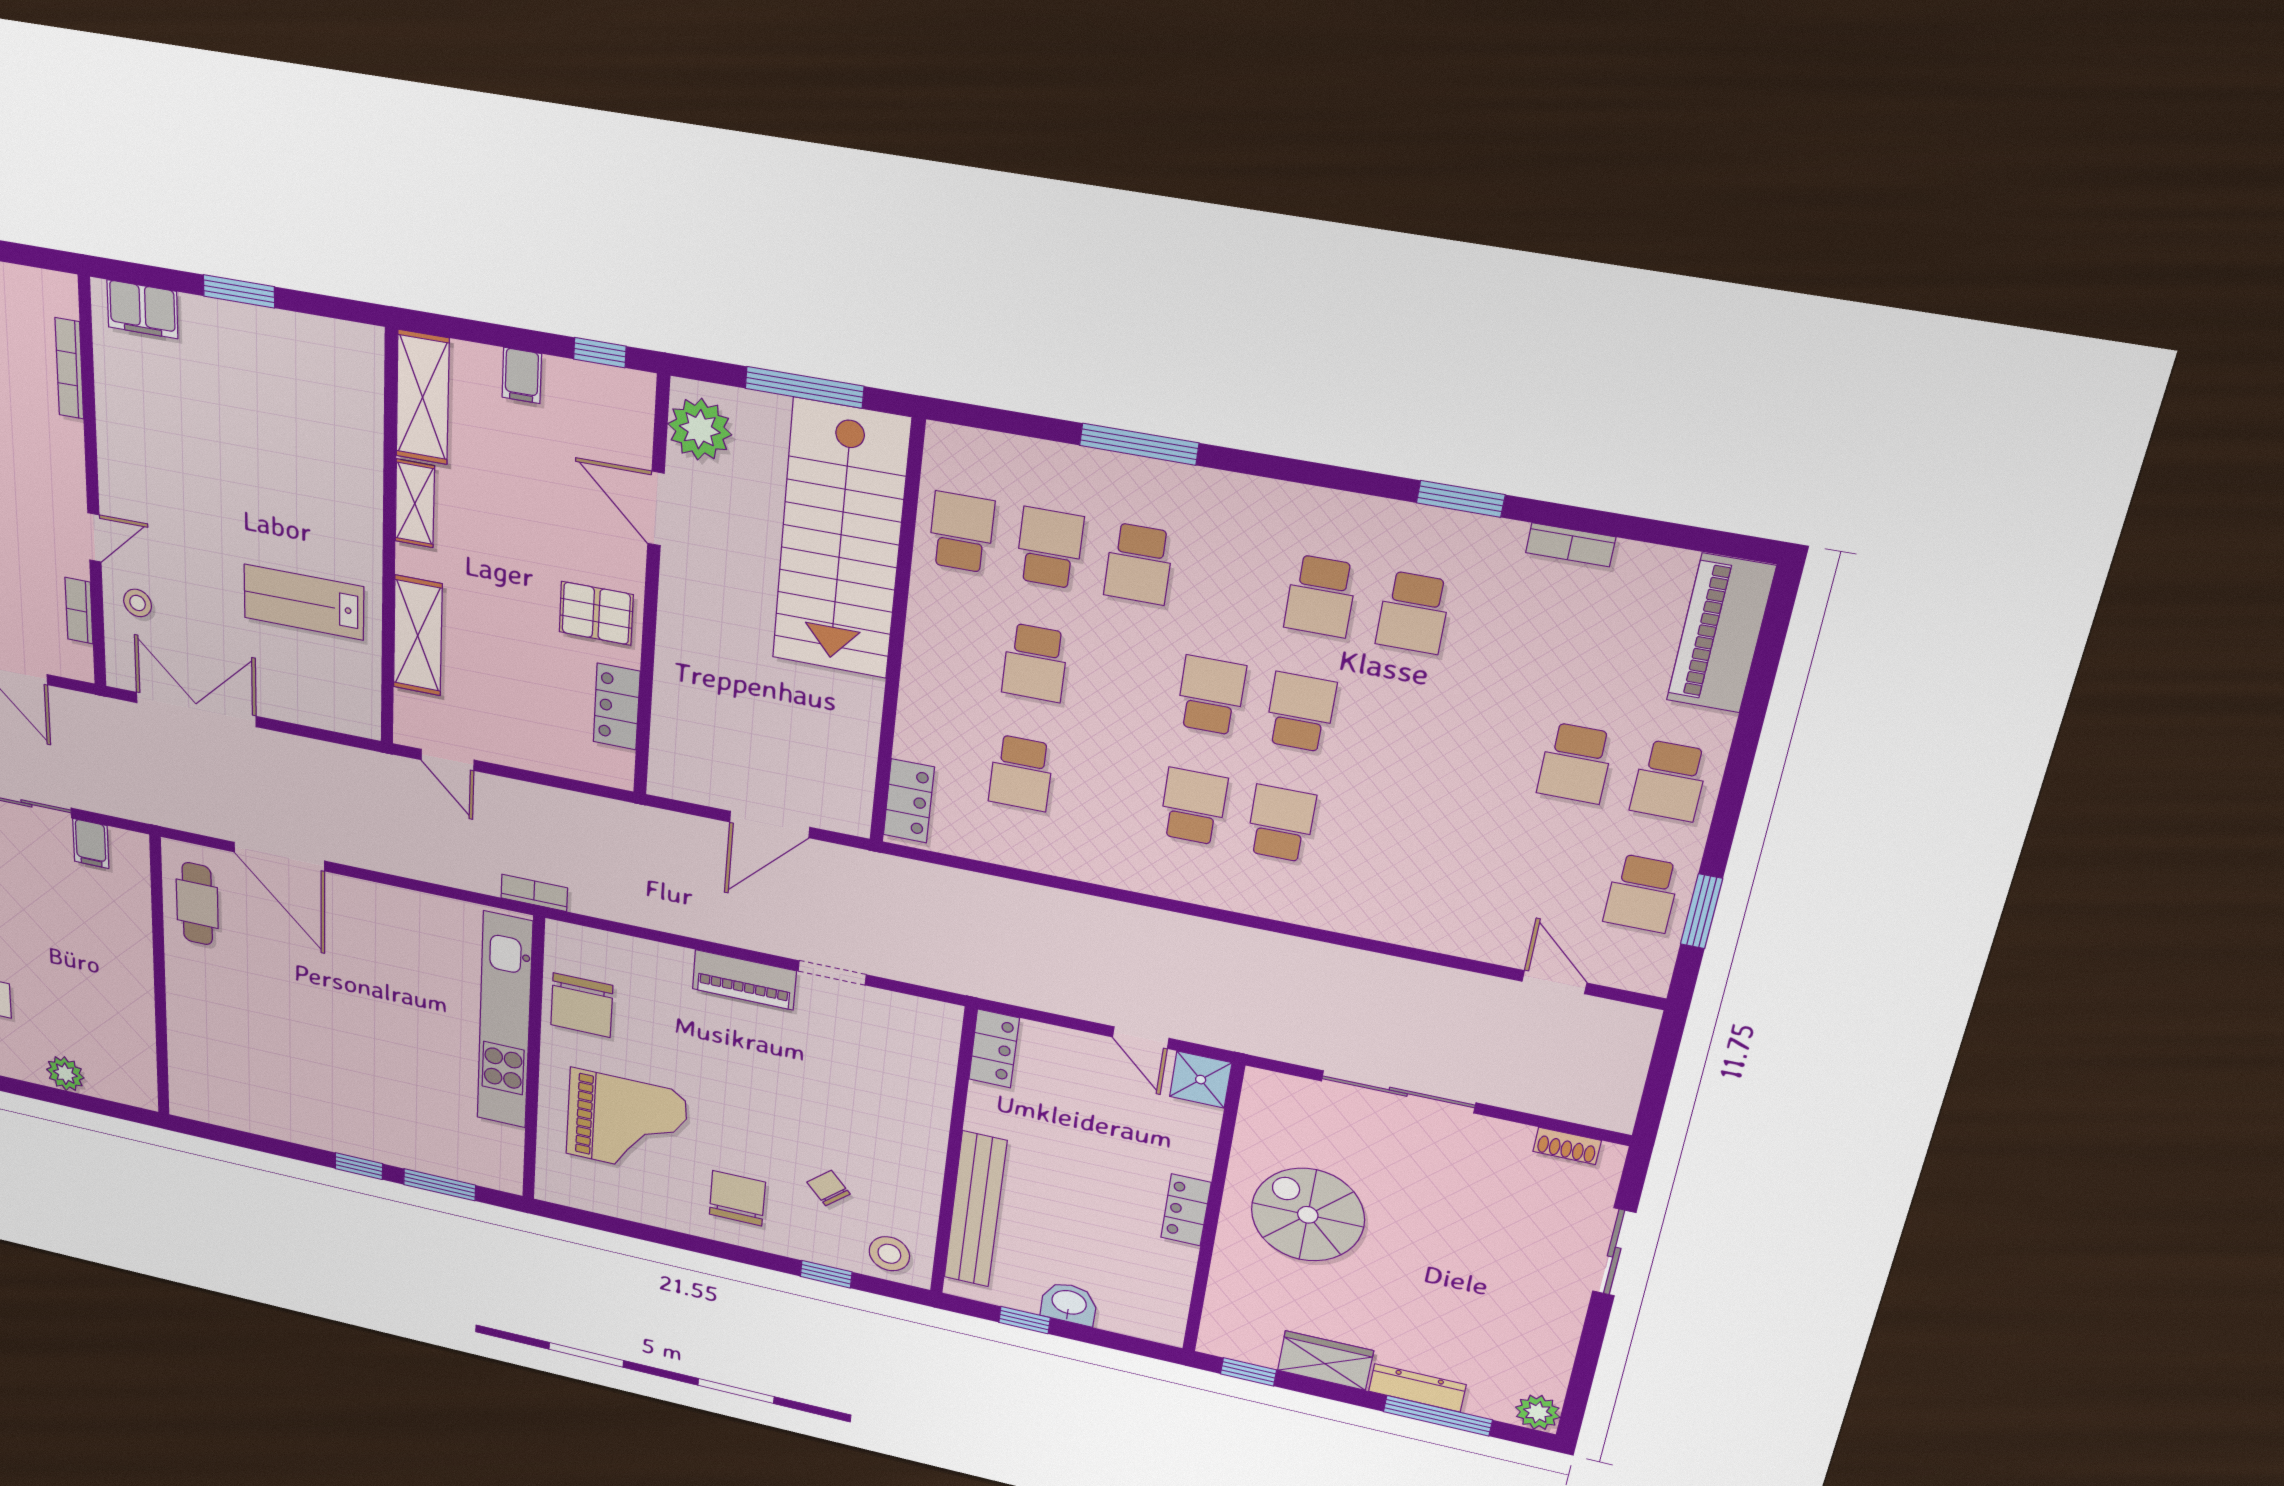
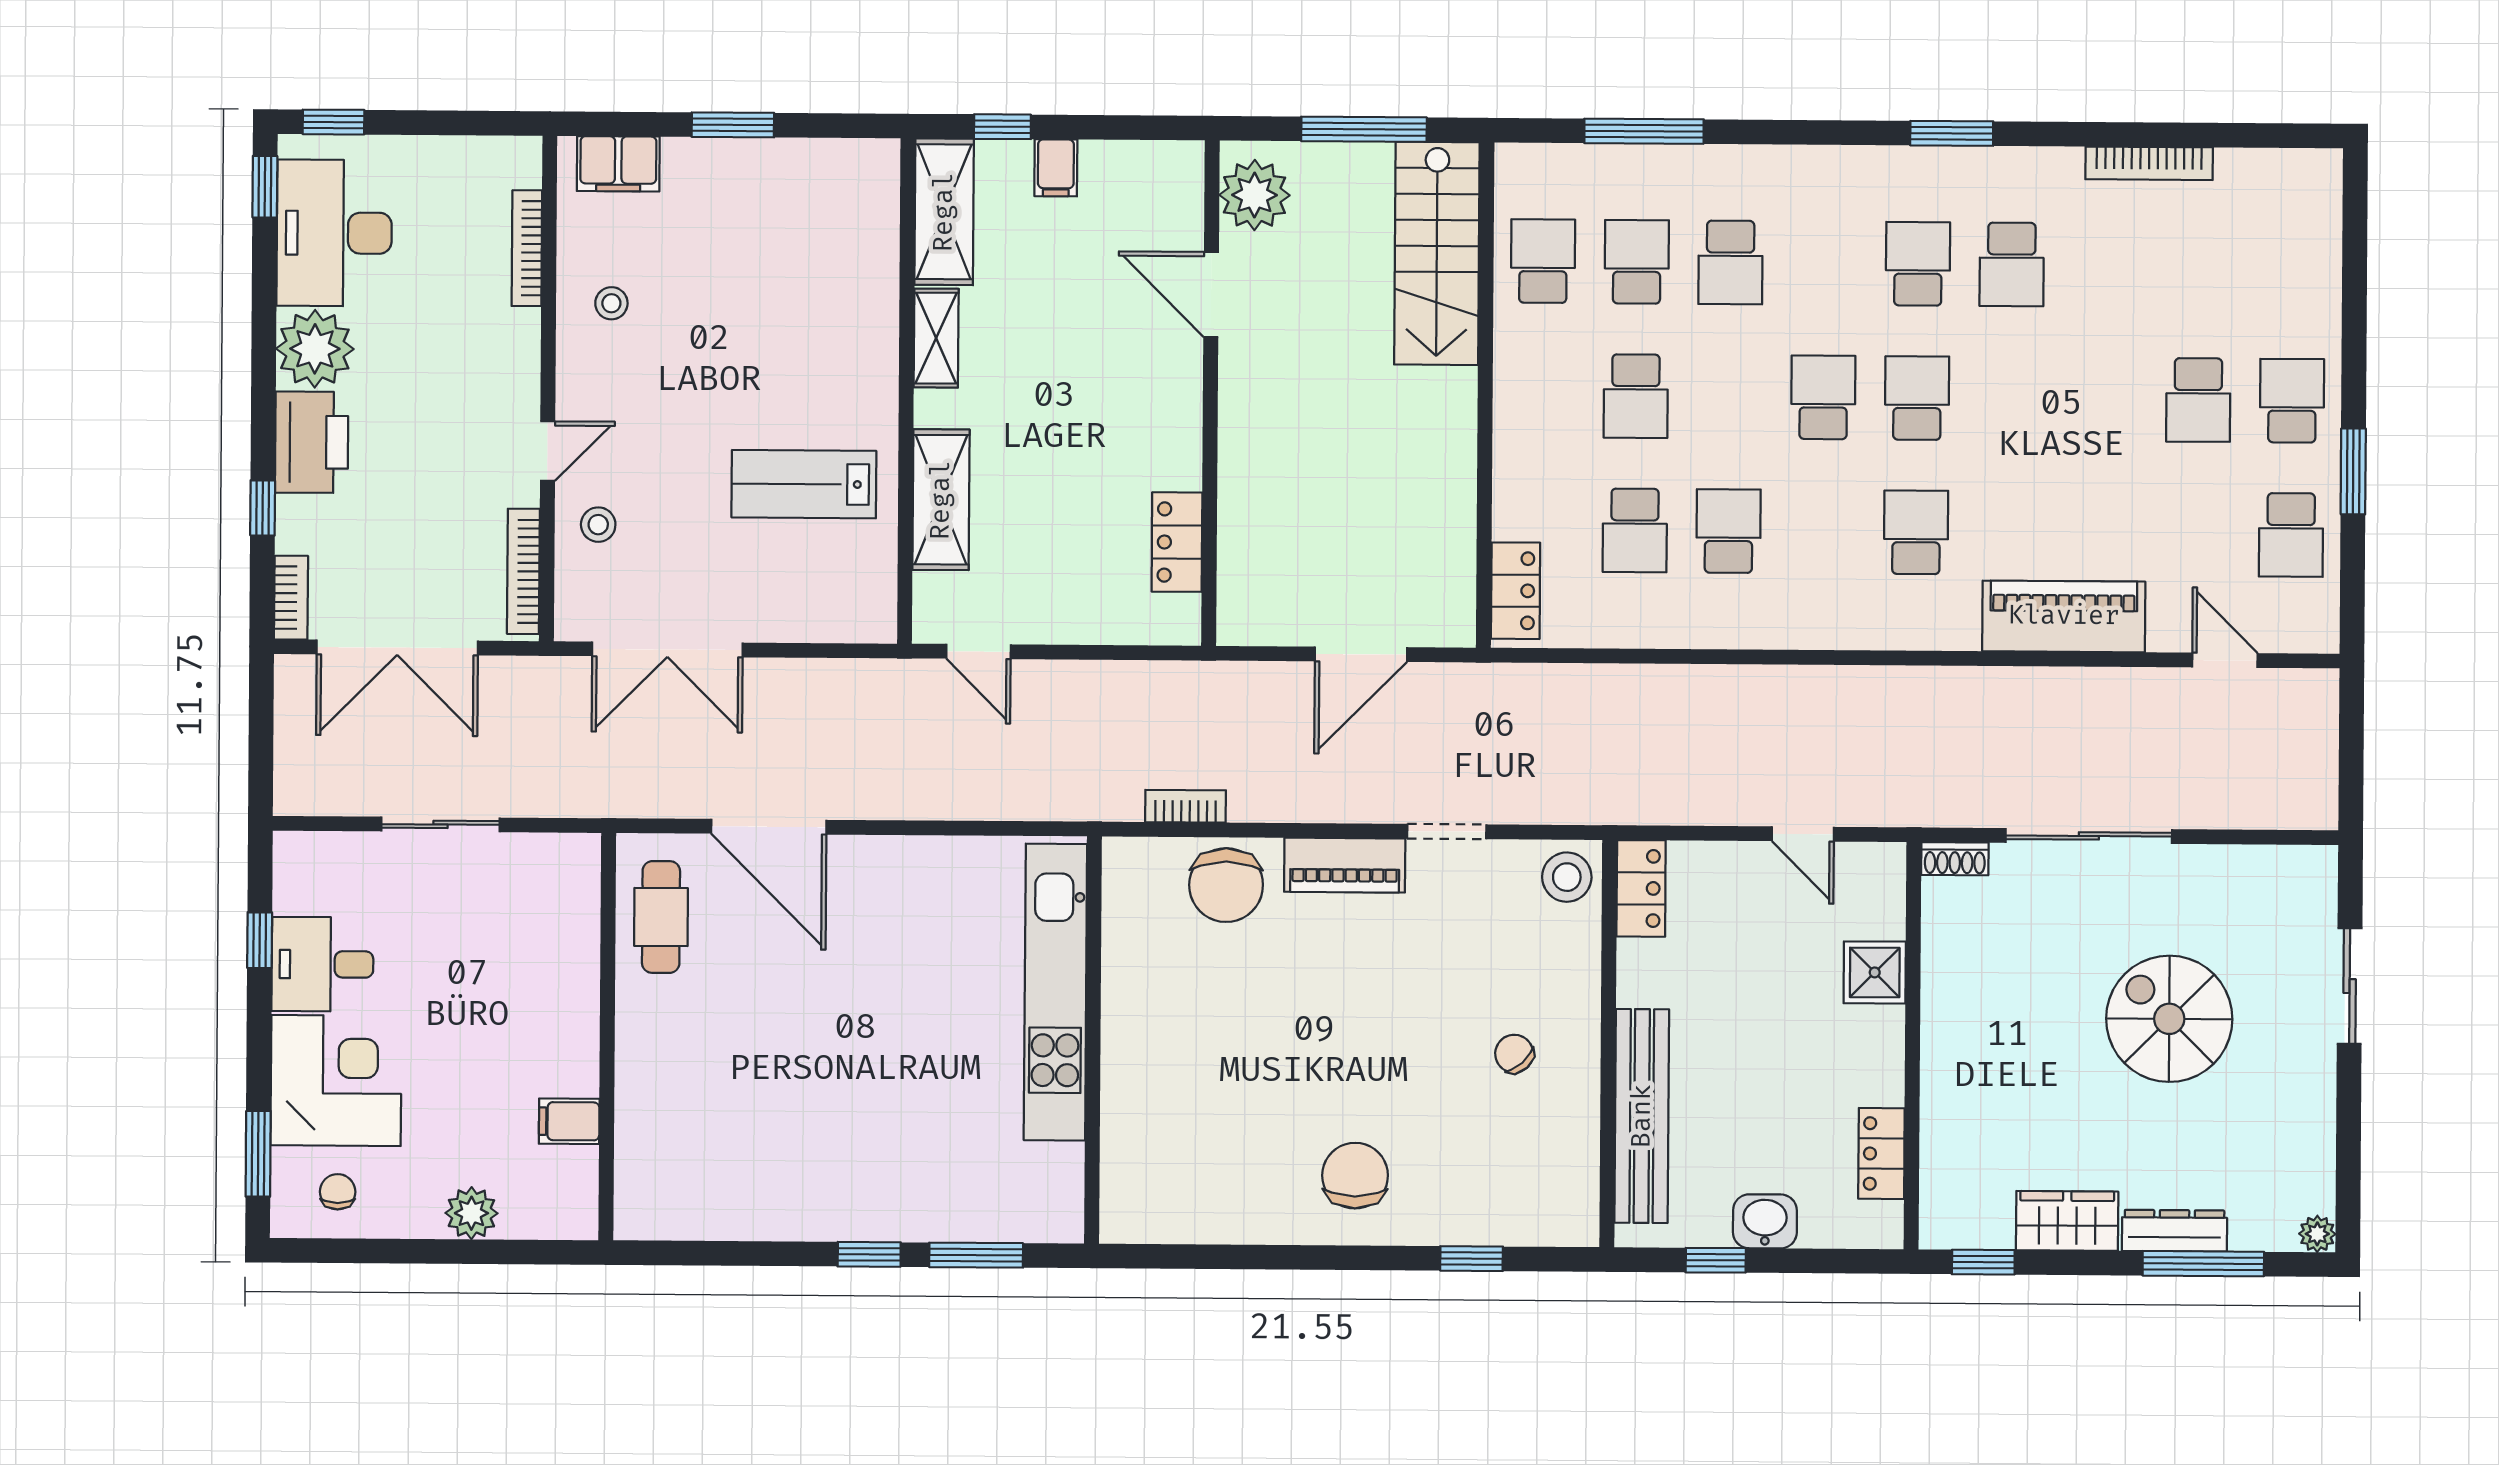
window: (600, 353) -> (1002, 127), moved
stool: (141, 427) -> (611, 303), added
window: (1139, 444) -> (1644, 131), moved
window: (1461, 499) -> (1952, 133), moved
stairs: (841, 540) -> (1437, 253), width x0.73, depth x0.66
bookcase: (1571, 545) -> (2149, 163), width x1.56
school desk: (1321, 596) -> (1918, 264), turned 180
bookcase: (79, 611) -> (523, 571), width x1.56
pallet: (596, 613) -> (1149, 432), removed
piano: (1721, 633) -> (2064, 616), moved, turned 90
double door: (196, 709) -> (667, 649), swing flipped
school desk: (1670, 781) -> (2292, 401), turned 180
school desk: (1193, 806) -> (1729, 531), moved
filing cabinet: (91, 843) -> (569, 1121), moved, turned 90
bookcase: (534, 893) -> (1186, 806), moved
window: (1702, 911) -> (2353, 471), moved
chair: (582, 1005) -> (1226, 885), moved
shower: (1201, 1080) -> (1875, 972), moved
grand piano: (626, 1123) -> (1212, 1102), removed
shoe rack: (1567, 1146) -> (1955, 859), moved
chair: (828, 1188) -> (1514, 1054), moved
locker: (1186, 1210) -> (1881, 1154), moved
spiral stairs: (1308, 1215) -> (2169, 1019), moved
stool: (889, 1254) -> (1567, 877), moved
plant: (1538, 1412) -> (2317, 1234), width x0.73, depth x0.73

